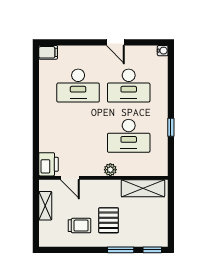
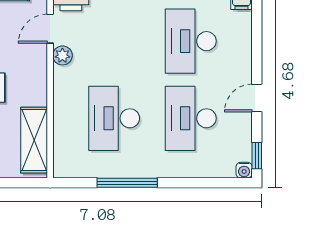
window: (153, 42) -> (257, 156), added
window: (171, 127) -> (127, 183), width x2.17
plant: (110, 170) -> (62, 55), moved

